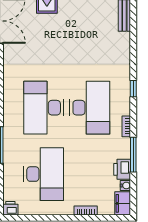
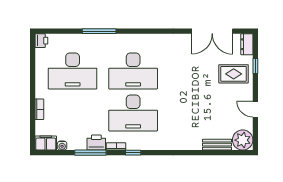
window: (133, 89) -> (133, 153), moved
desk: (44, 108) -> (133, 71), turned 180
printer: (122, 169) -> (96, 143), moved

